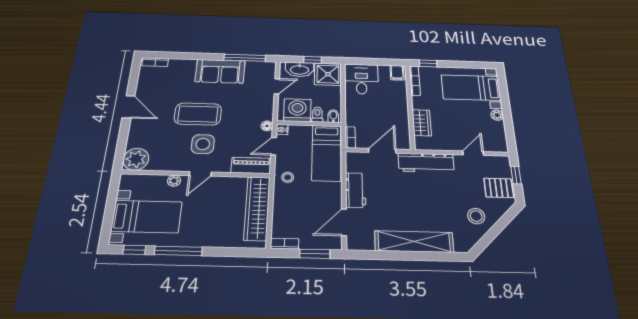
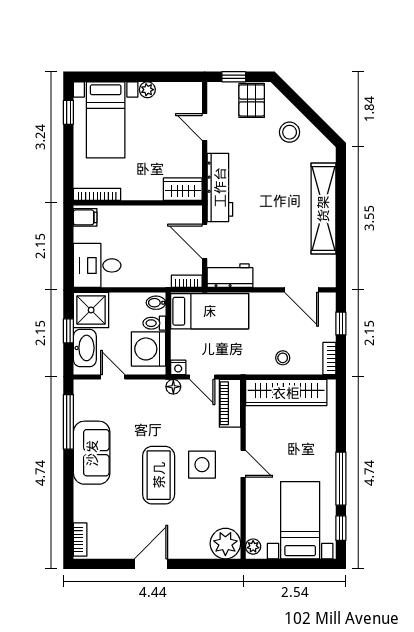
window: (428, 63) -> (68, 112), moved
wardrobe: (422, 123) -> (183, 189), moved
stool: (288, 177) -> (283, 358), moved
plant: (174, 181) -> (253, 547), moved
workbench: (356, 190) -> (230, 276), moved
window: (315, 254) -> (341, 324), width x0.67

